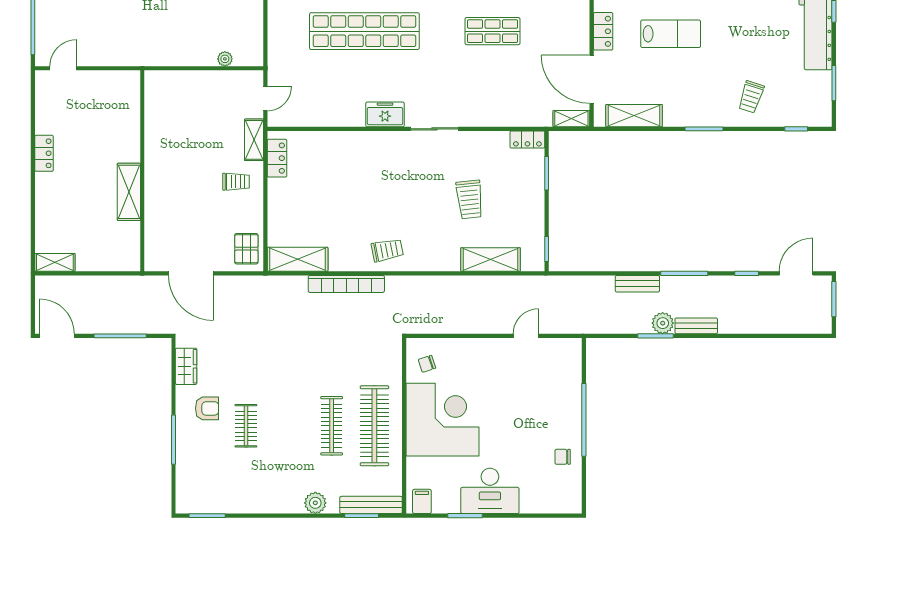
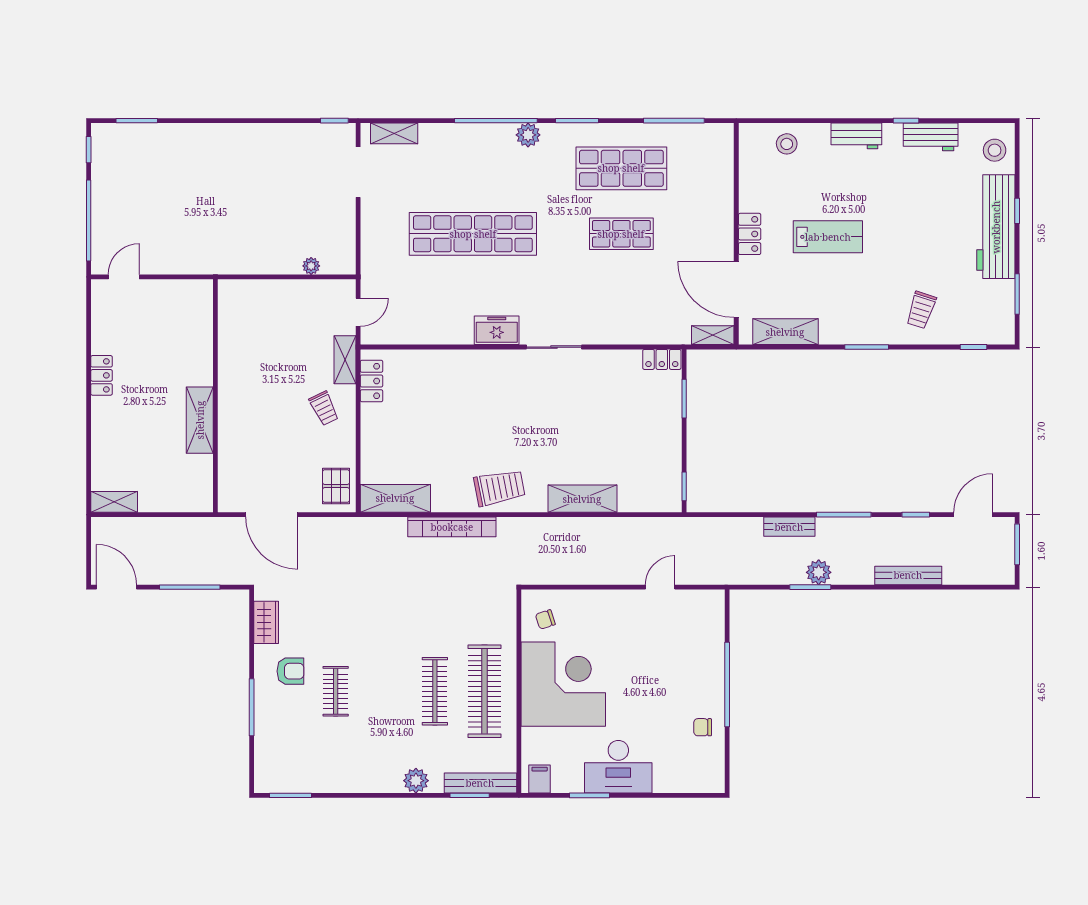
trolley: (236, 182) -> (324, 408), turned 64
trolley: (470, 200) -> (595, 429), removed
trolley: (387, 250) -> (499, 488), width x1.36, depth x1.39
shelving: (491, 260) -> (582, 499), moved
bench: (696, 326) -> (908, 575), moved, width x1.36

